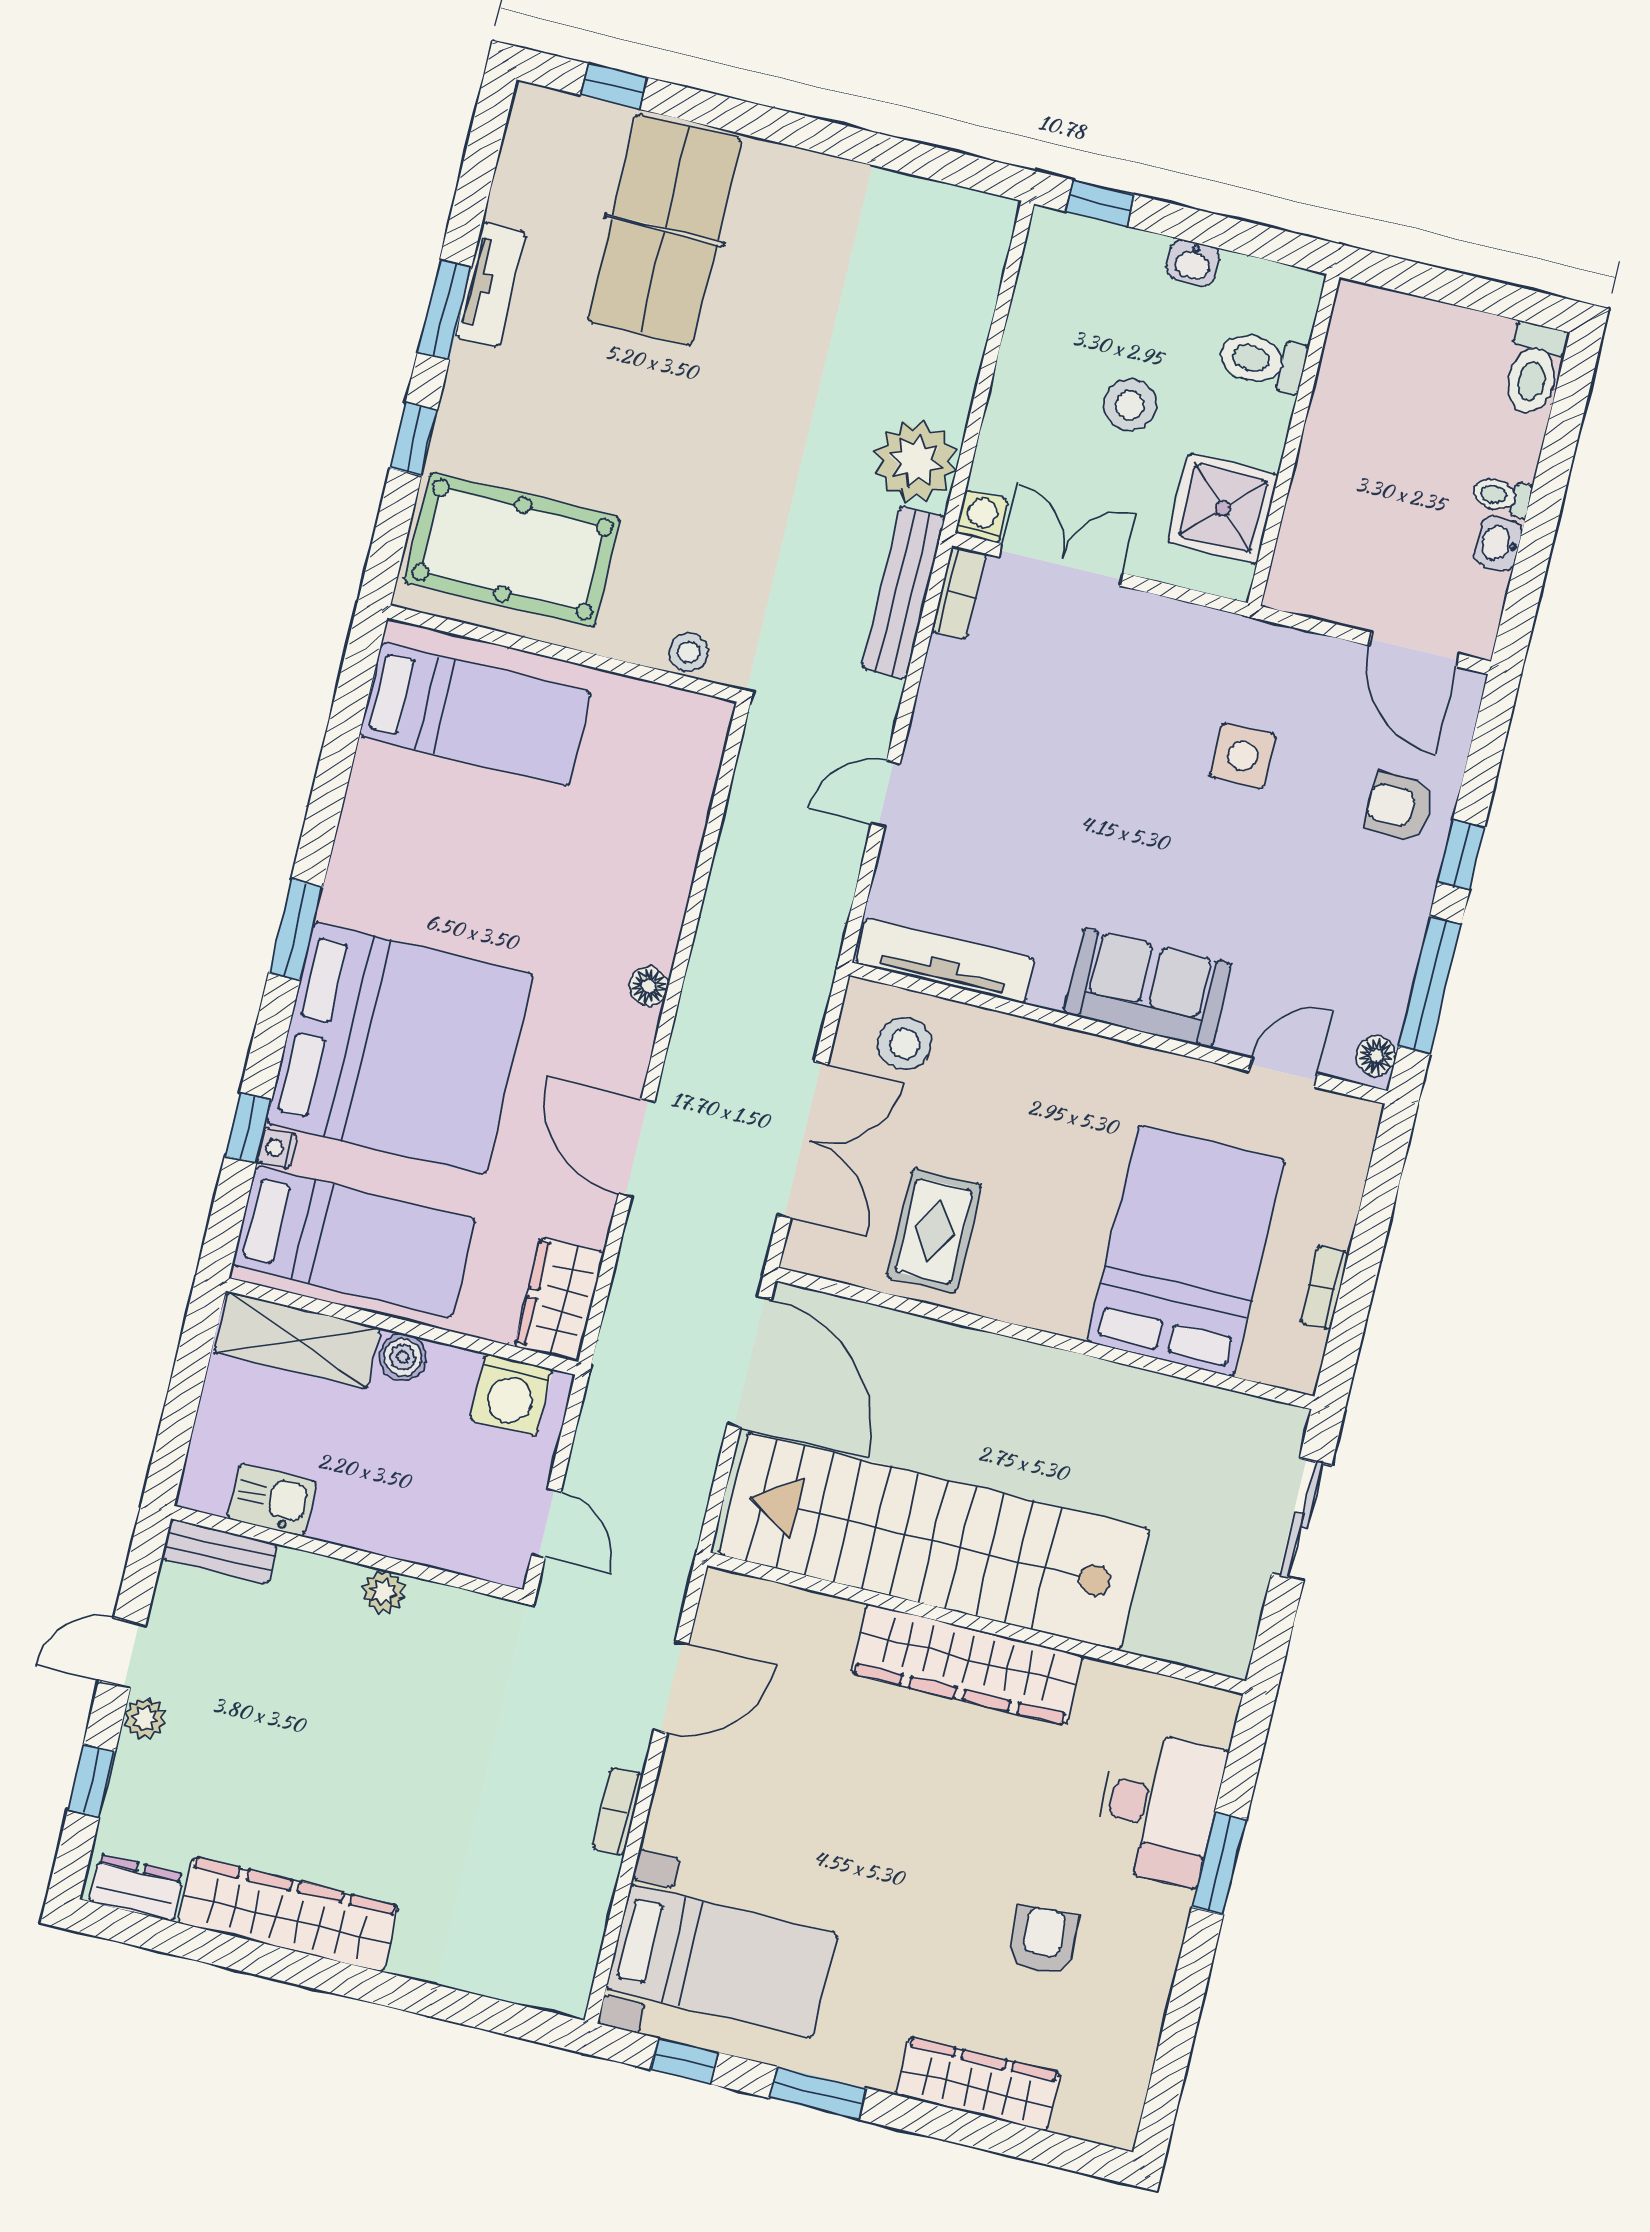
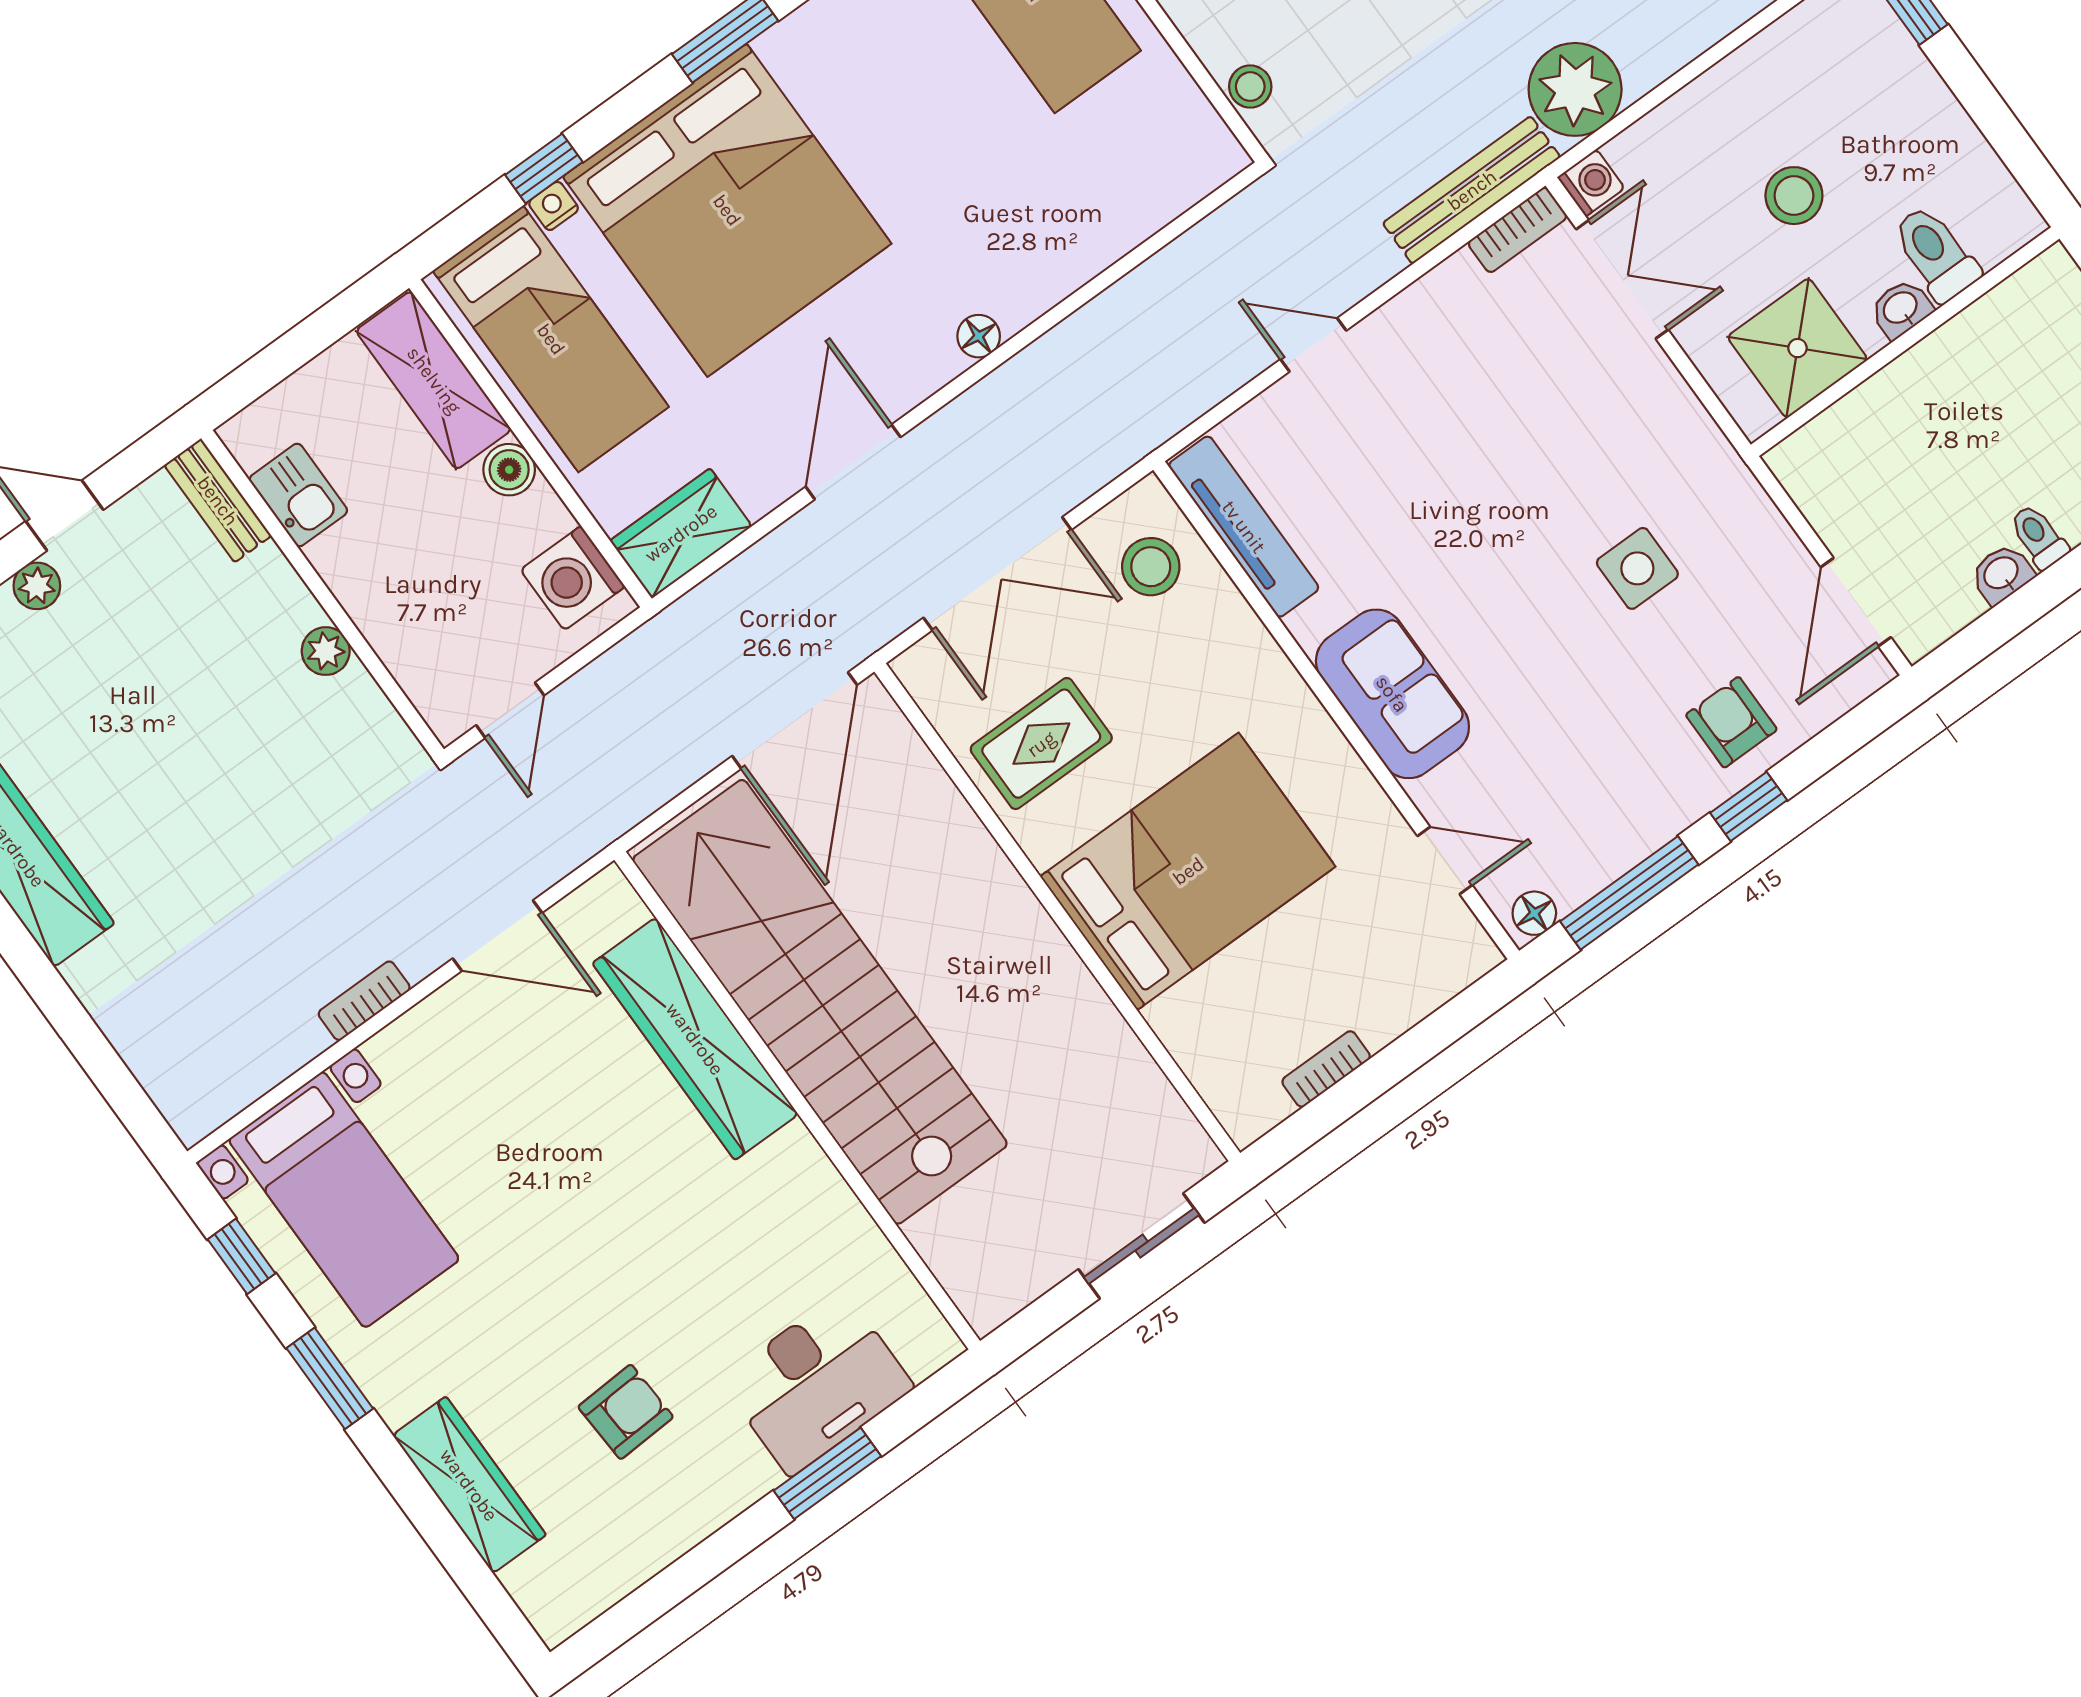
washbasin: (1193, 263) -> (1901, 309), moved, turned 90
bed: (1186, 1251) -> (1188, 871), moved
wardrobe: (967, 1664) -> (695, 1039), moved

